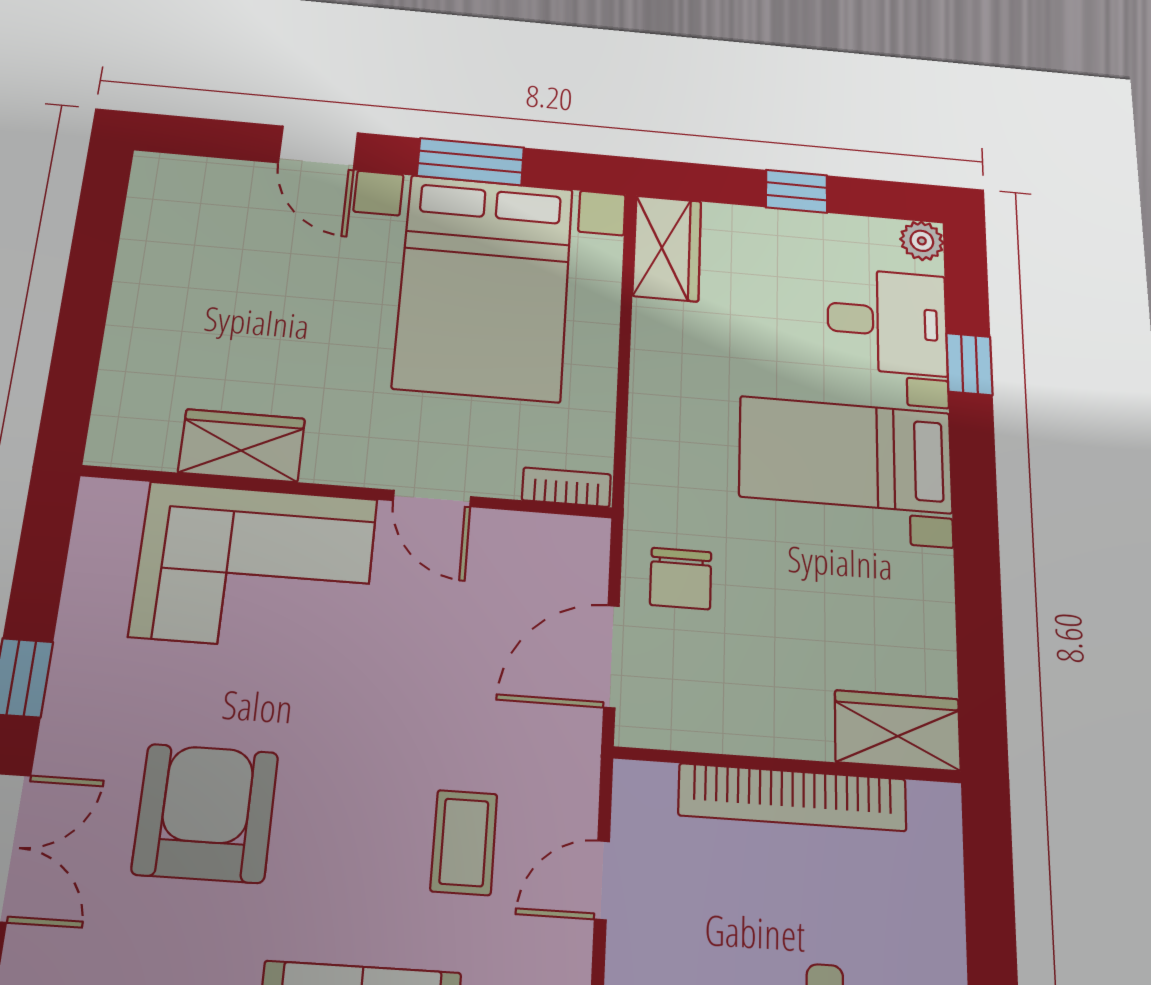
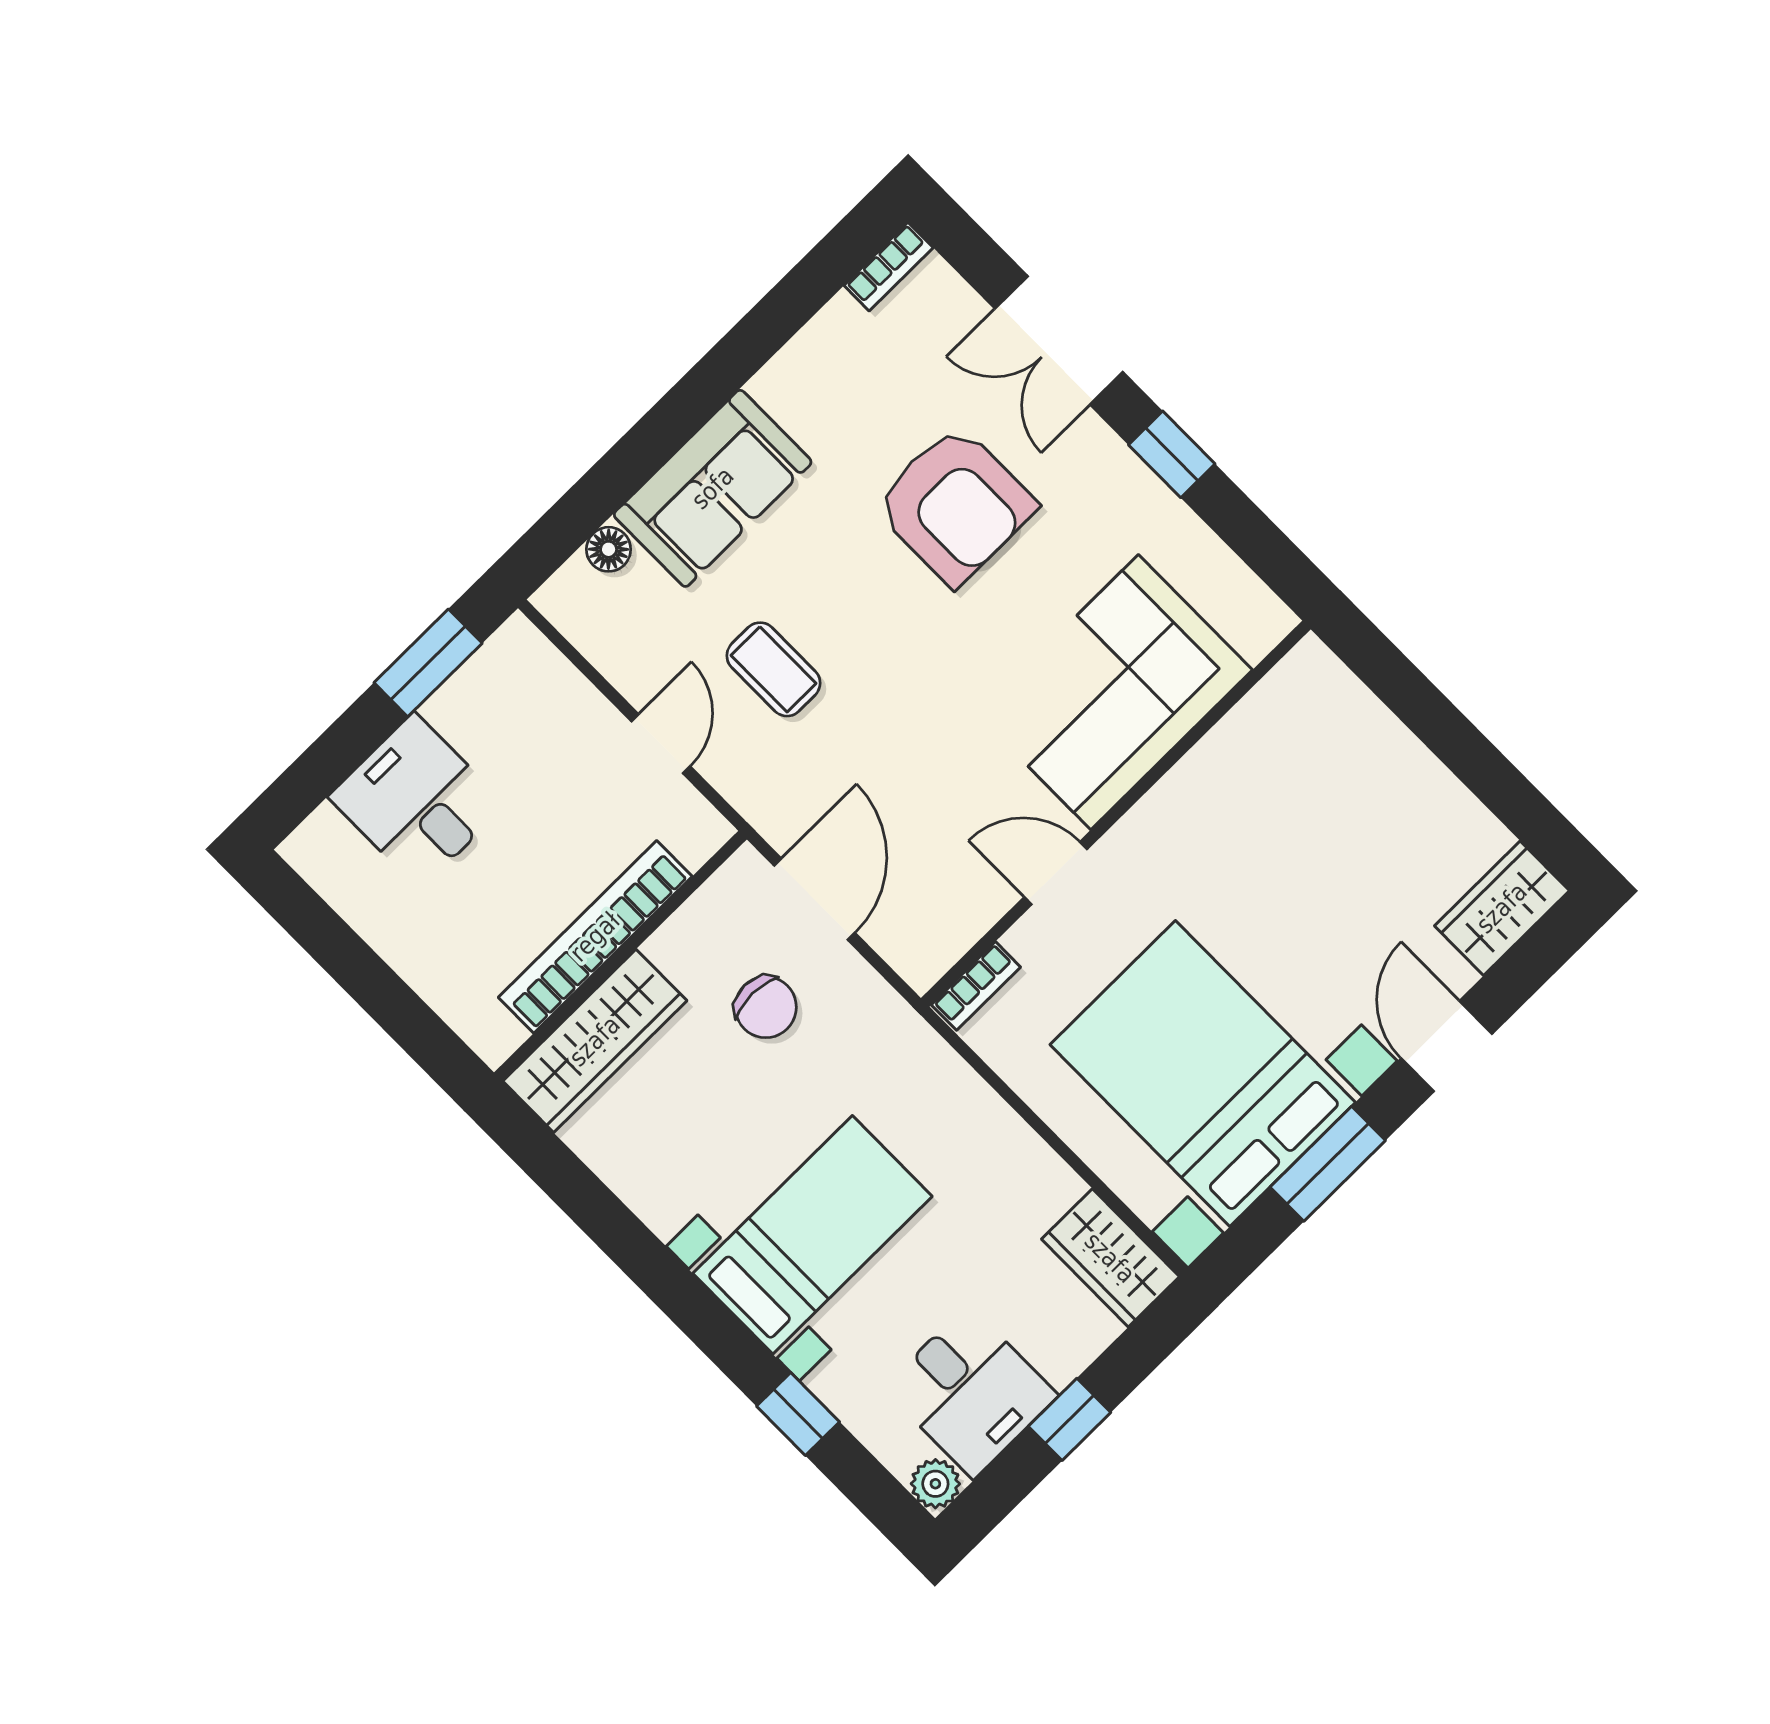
door: (318, 148) -> (1447, 1046), hinge flipped
desk: (887, 321) -> (971, 1392), moved, turned -90
wardrobe: (242, 446) -> (1502, 908), moved, turned 180
chair: (681, 578) -> (766, 1007), moved, turned 180
wardrobe: (897, 730) -> (595, 1041), width x1.50

